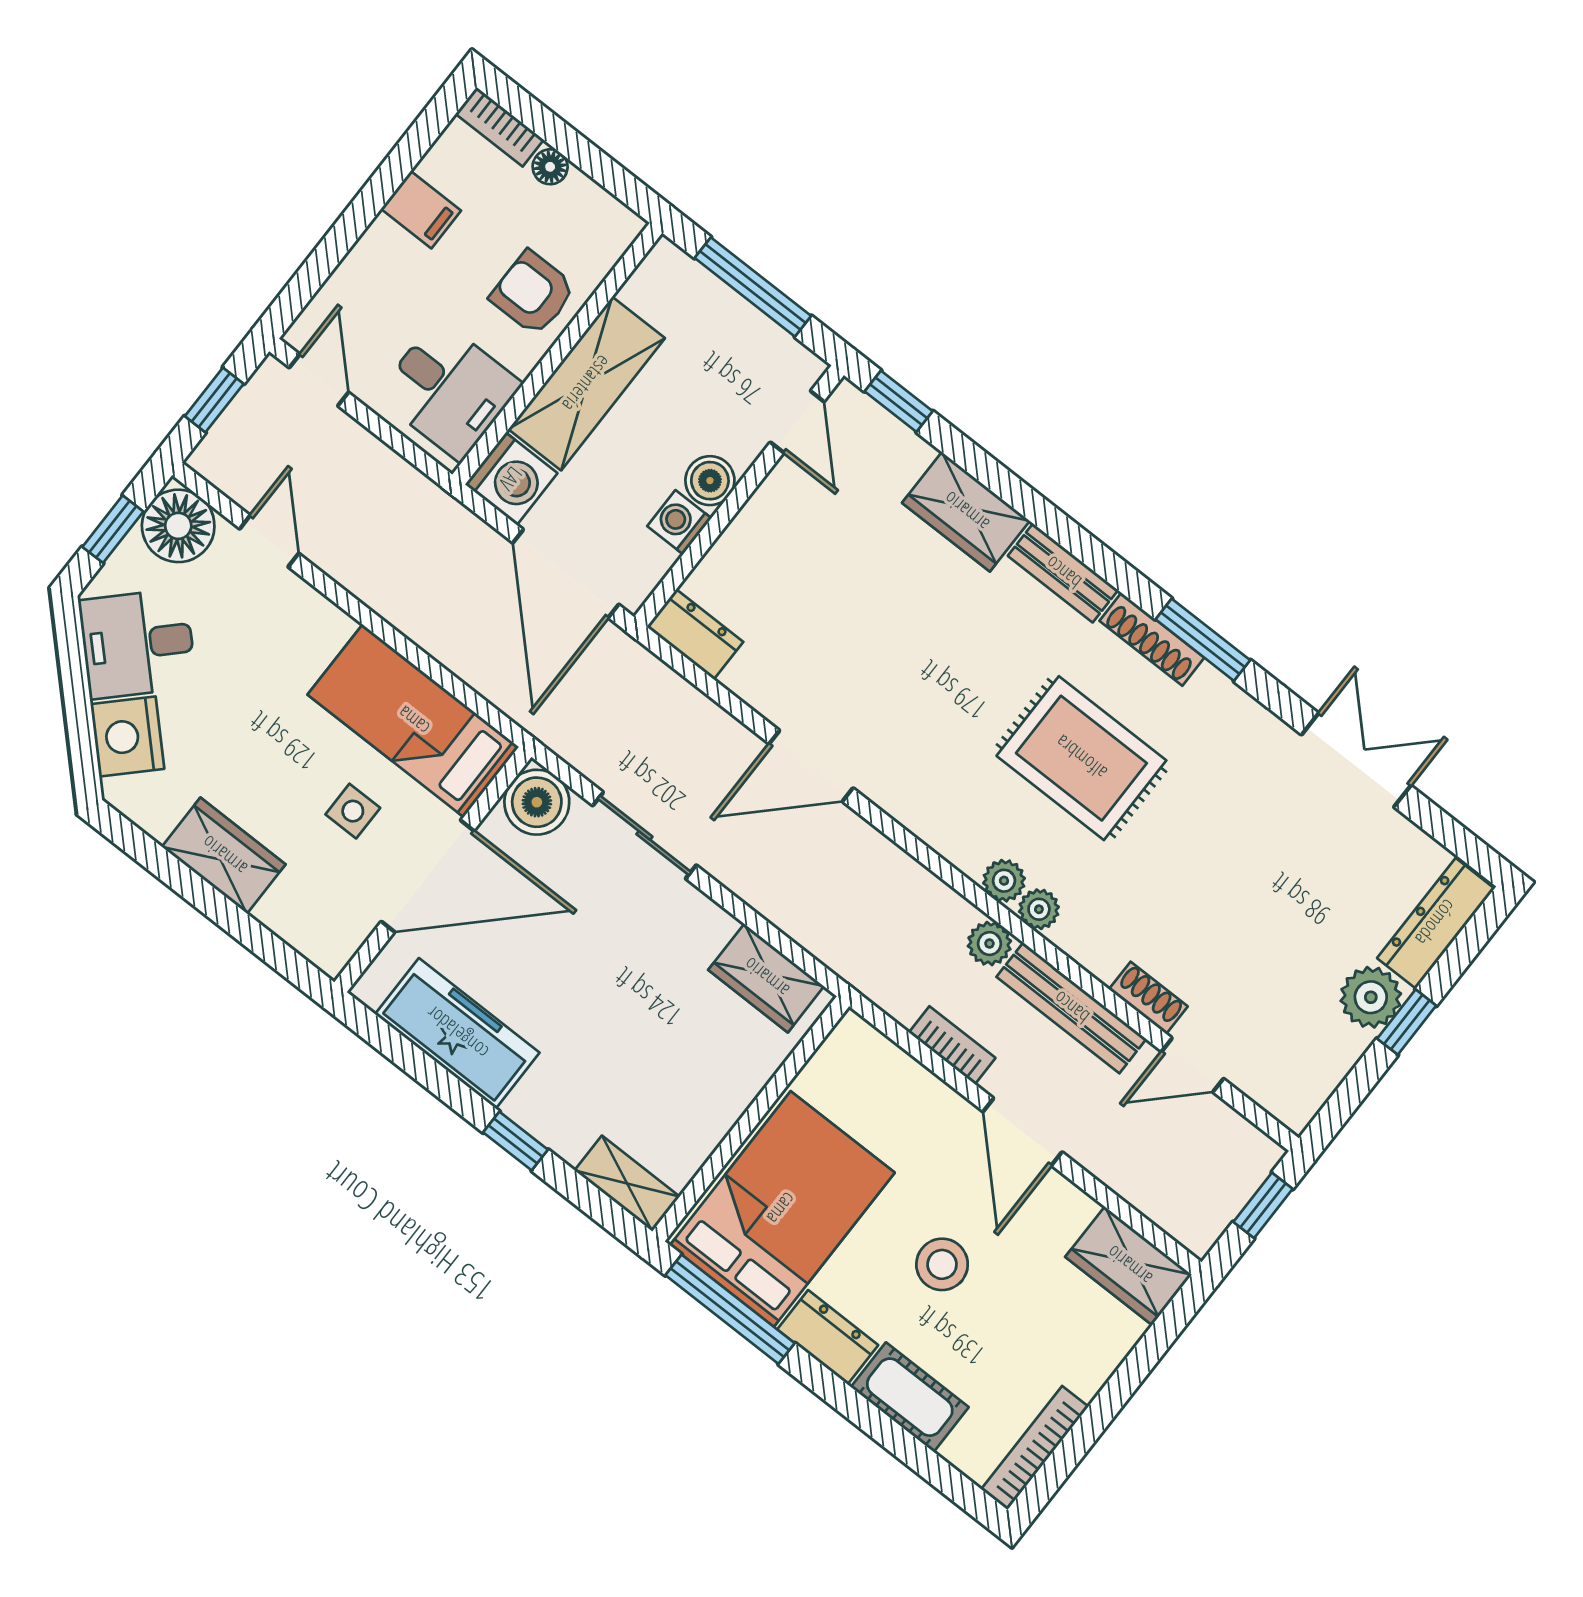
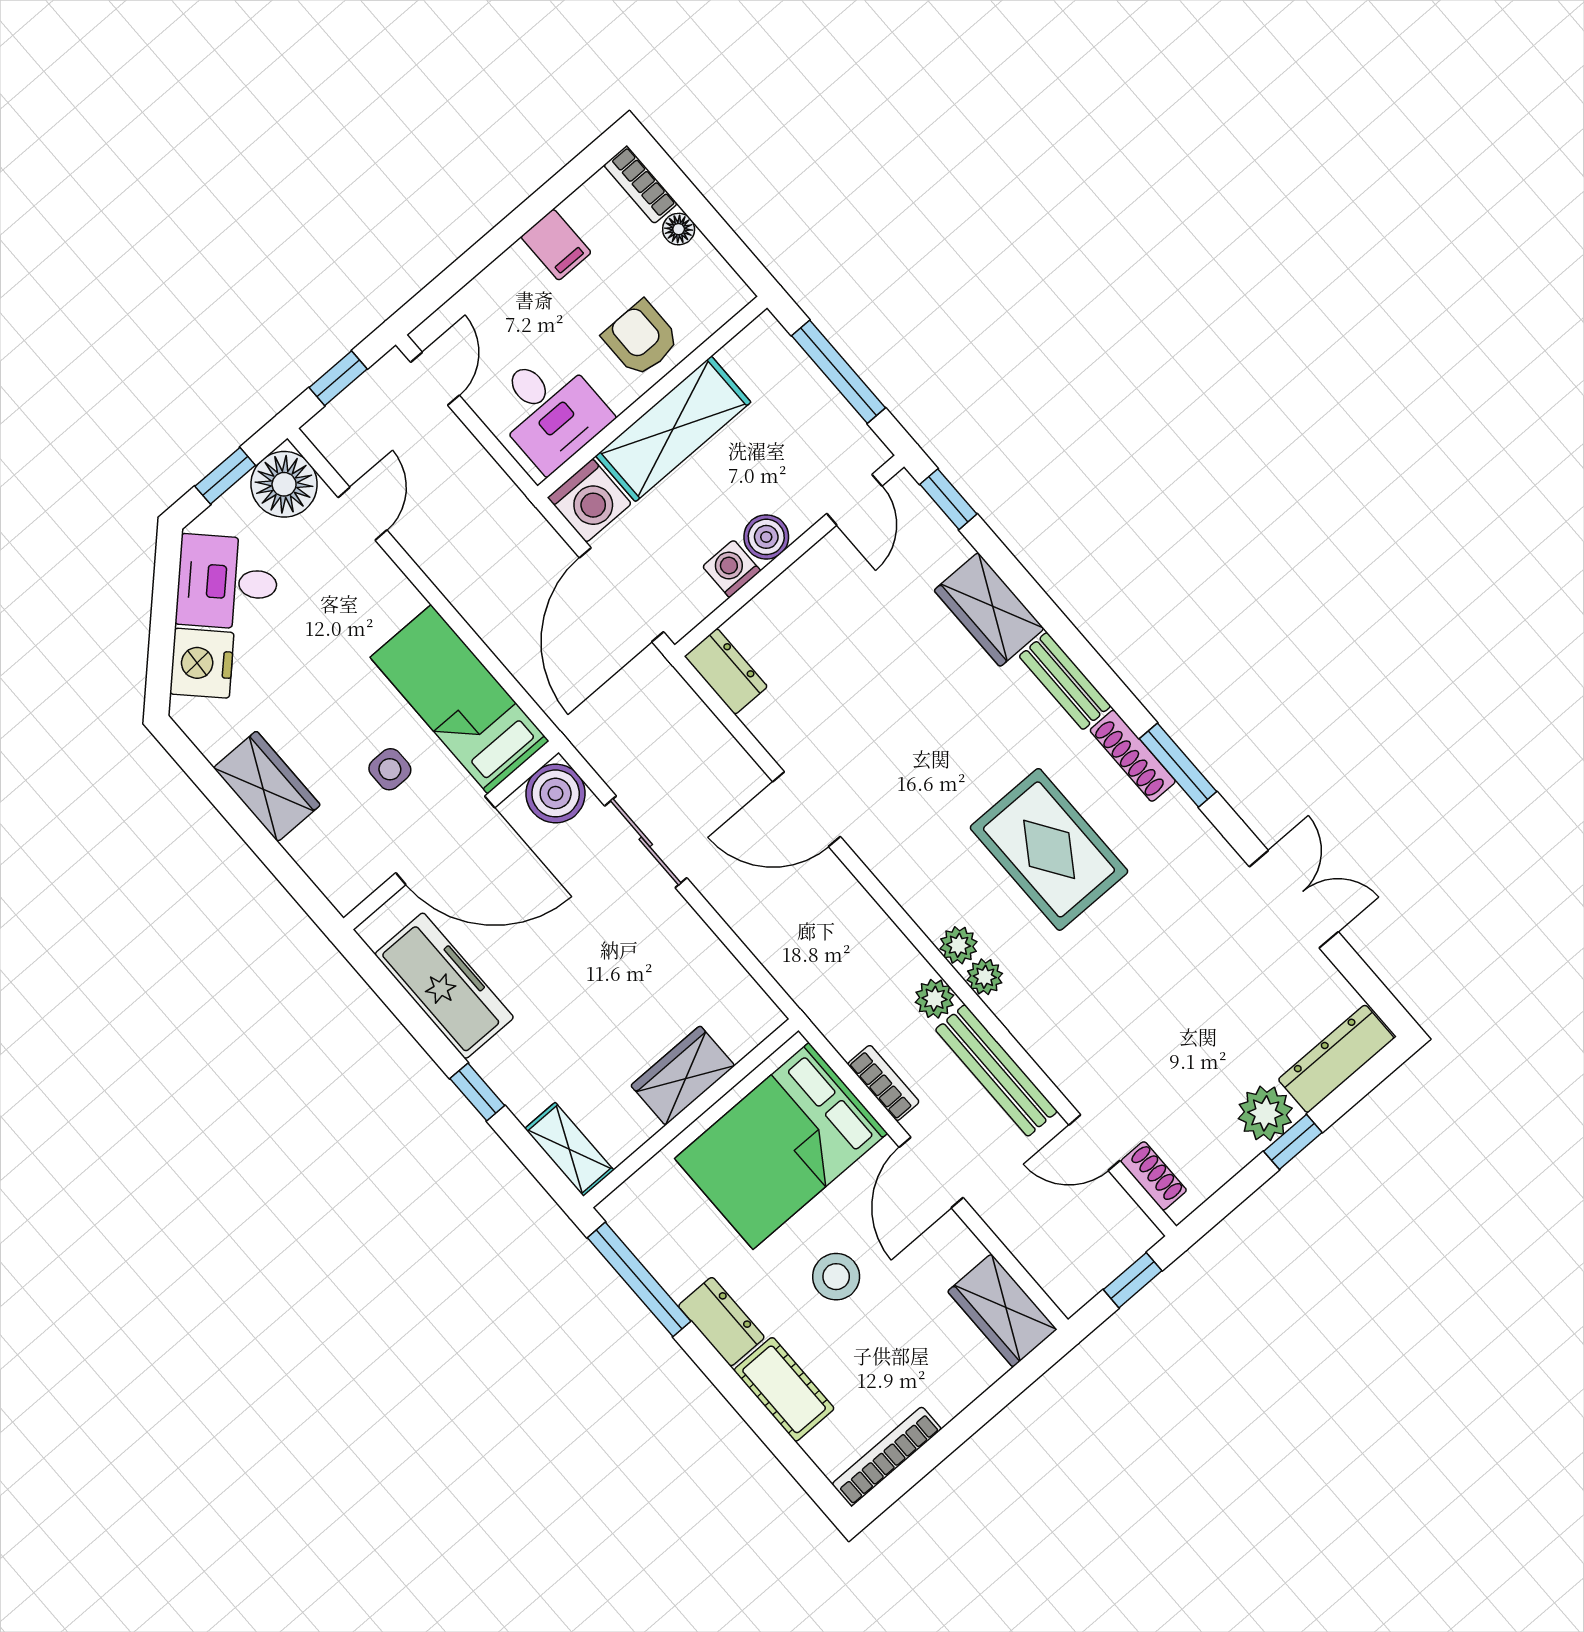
wardrobe: (766, 978) -> (683, 1076), moved, turned 90
shoe rack: (1148, 998) -> (1154, 1176), moved
bed: (782, 1209) -> (781, 1146), moved, turned 180

